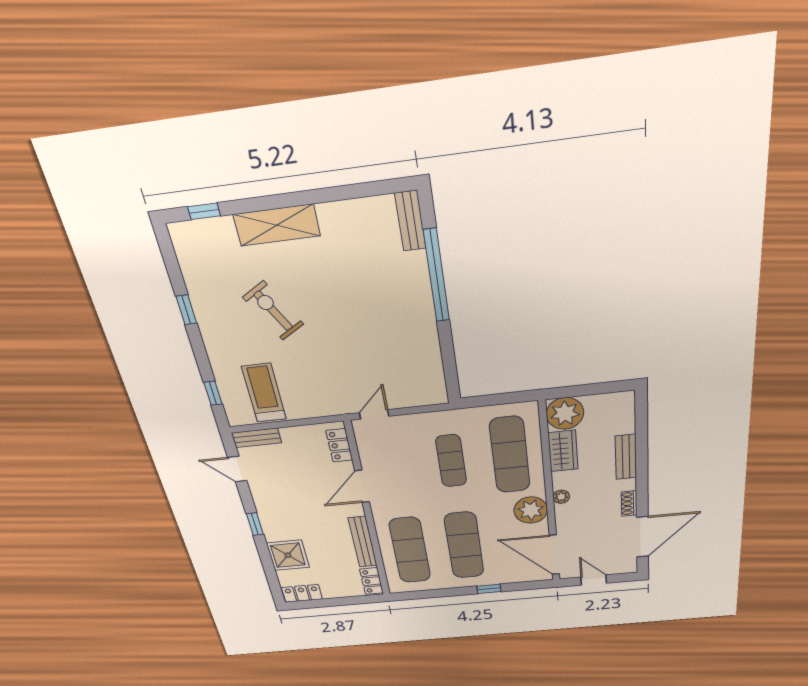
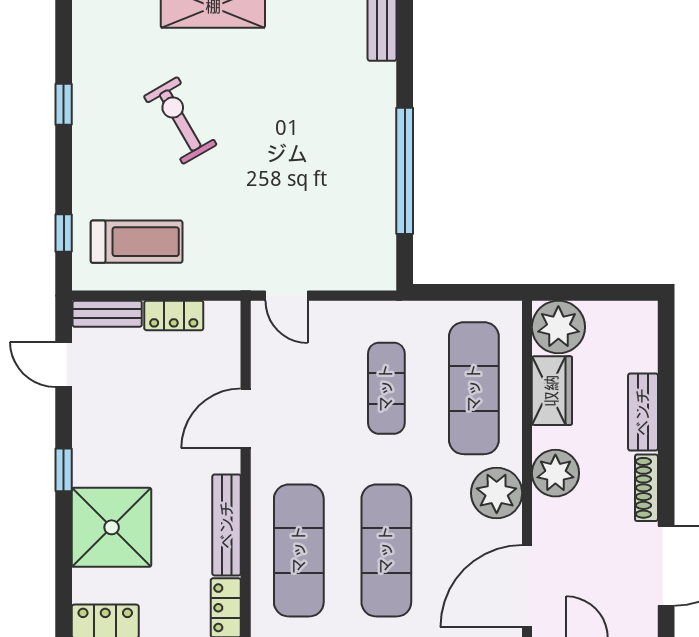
window: (436, 276) -> (405, 171), moved
treadmill: (264, 393) -> (137, 242), turned 90
door: (374, 414) -> (286, 296), swing flipped
locker: (339, 445) -> (174, 315), moved, turned -90
plant: (561, 497) -> (555, 473), width x1.88, depth x1.88
shoe rack: (629, 503) -> (646, 488), width x1.43
shower: (288, 555) -> (112, 527), width x1.37, depth x1.37
door: (554, 555) -> (527, 586), hinge flipped

